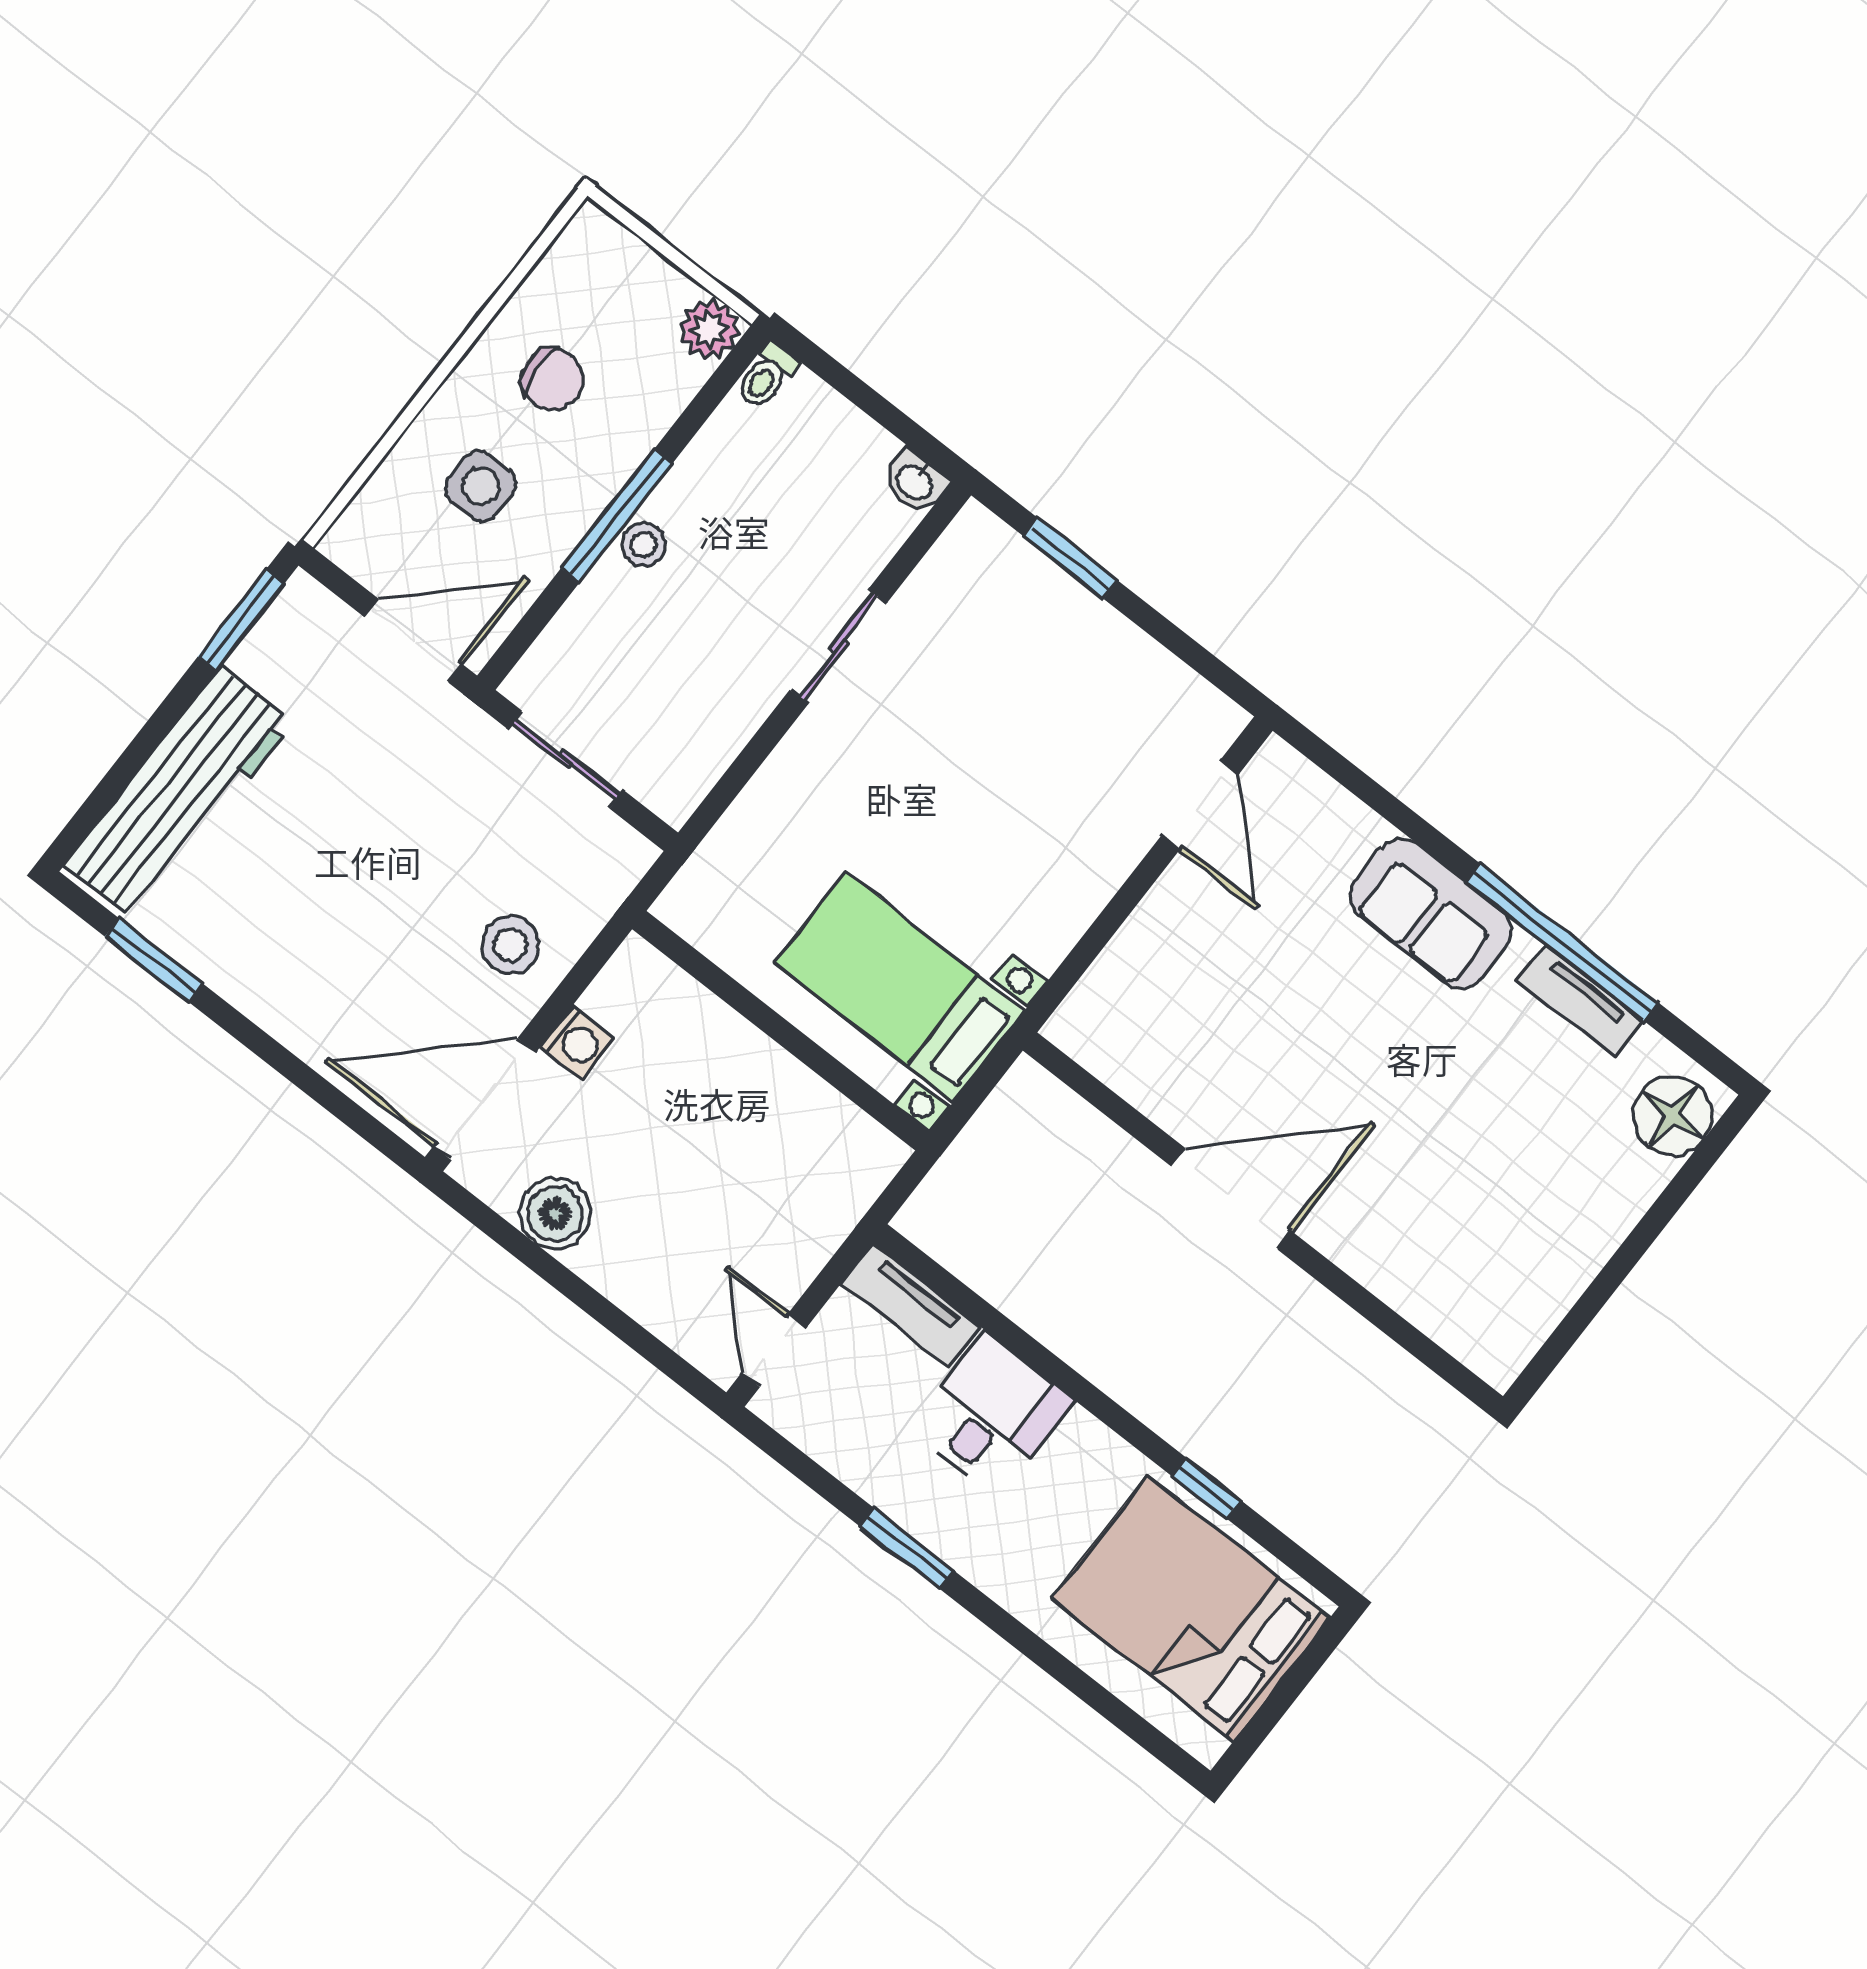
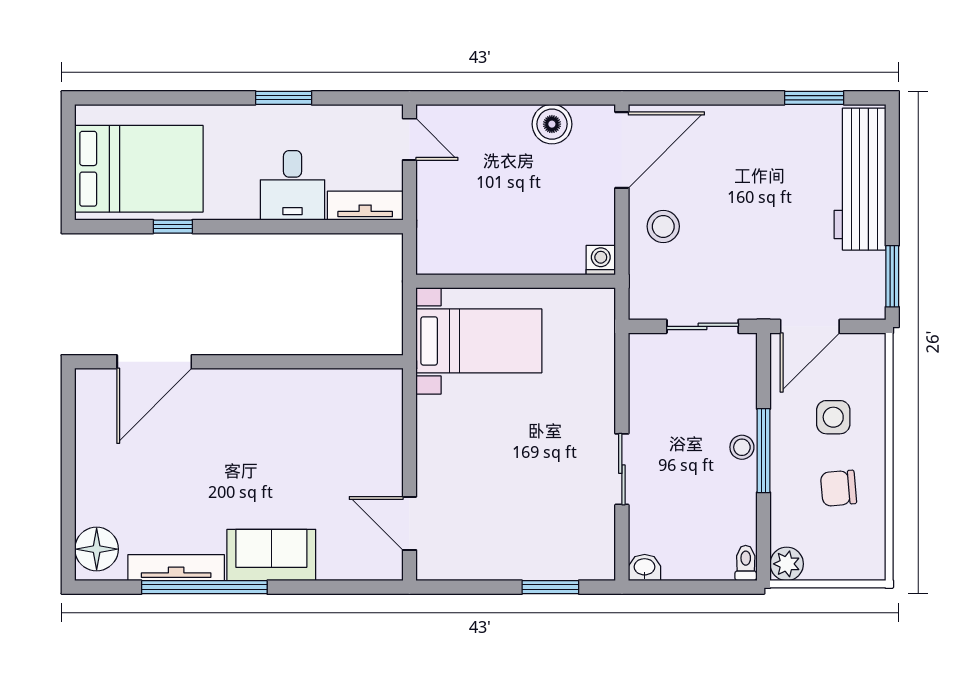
tv unit: (1580, 1001) -> (176, 568), width x1.41
washing machine: (577, 1043) -> (601, 260), moved, turned 90
door: (1232, 1199) -> (154, 362), moved

